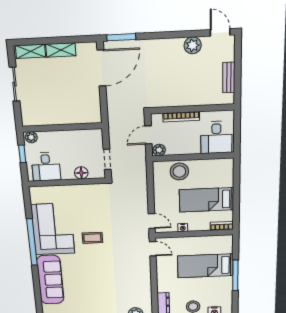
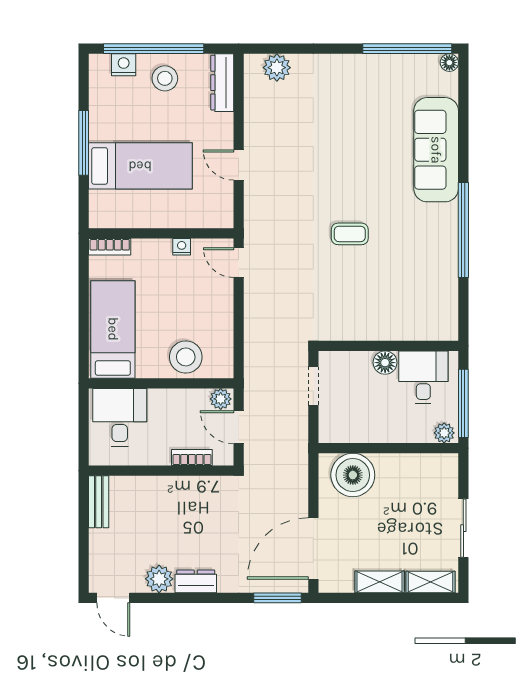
dresser: (171, 45) -> (196, 581), added
bench: (229, 77) -> (99, 502), moved
boiler: (81, 111) -> (353, 475), added
bookcase: (181, 117) -> (192, 458), width x0.64
door: (148, 135) -> (239, 427), swing flipped
window: (22, 154) -> (463, 403), width x2.17
floor lamp: (81, 173) -> (385, 363), moved
bed: (206, 200) -> (113, 329), moved, turned -90
corner sofa: (53, 229) -> (422, 255), removed
door: (153, 249) -> (239, 165), moved

